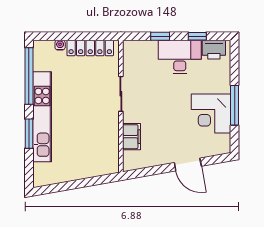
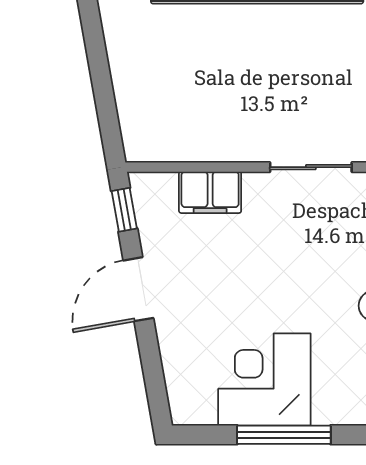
door: (188, 164) -> (138, 289), moved
window: (139, 173) -> (124, 210), added

